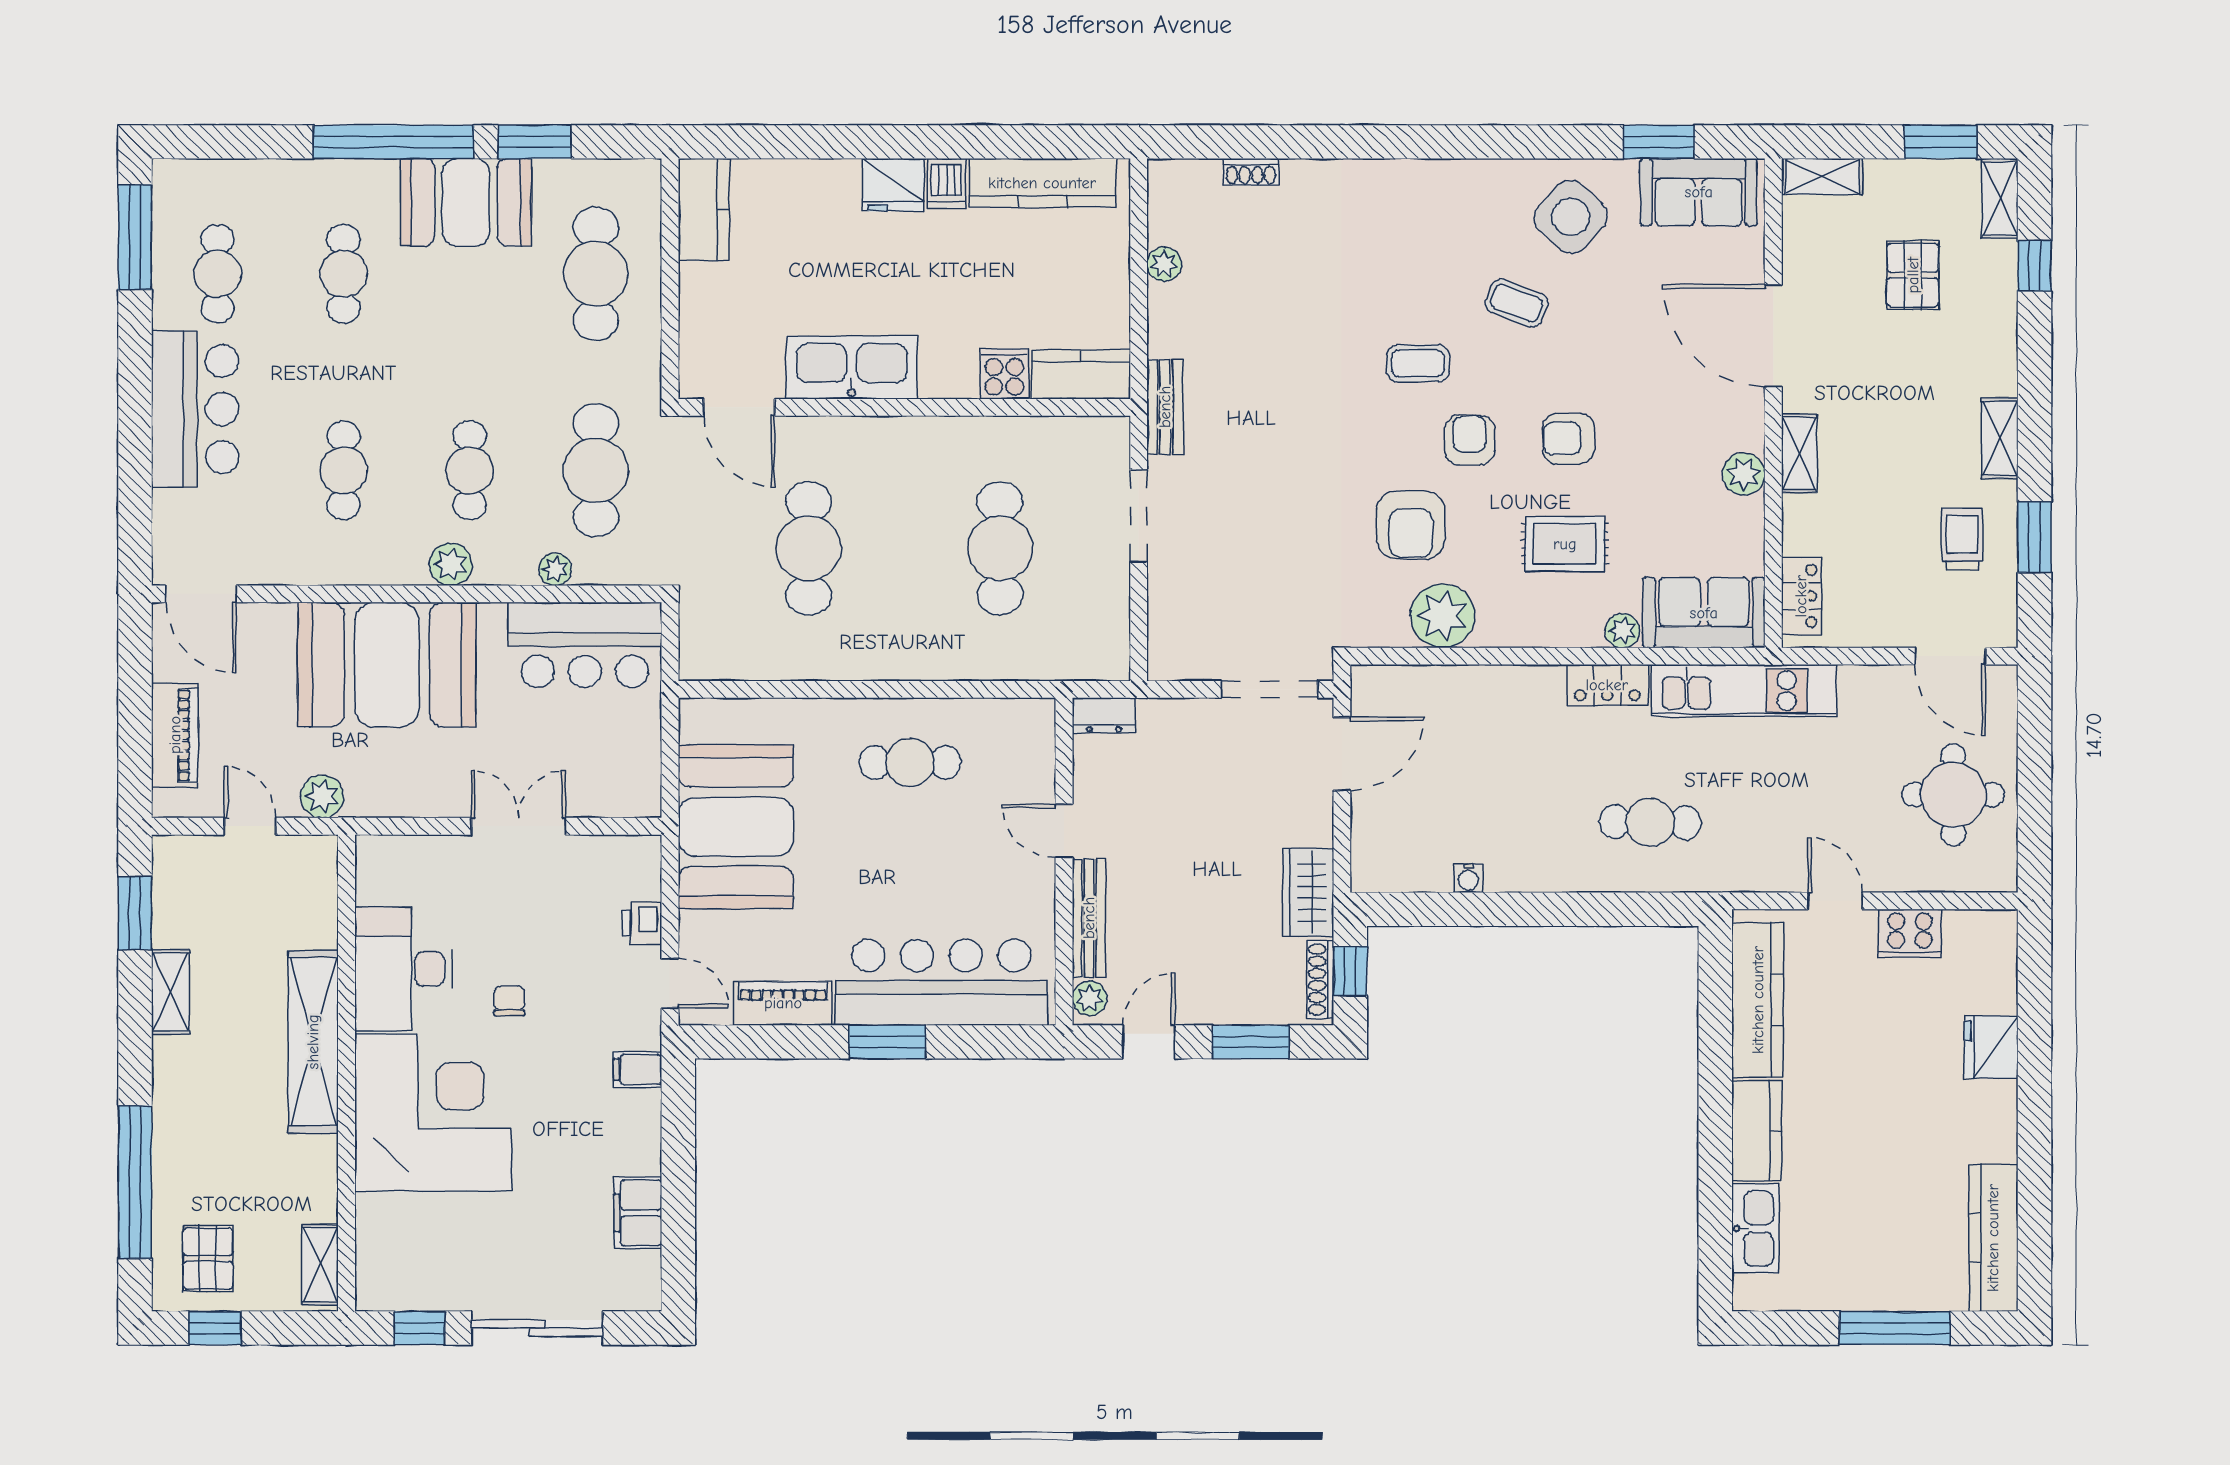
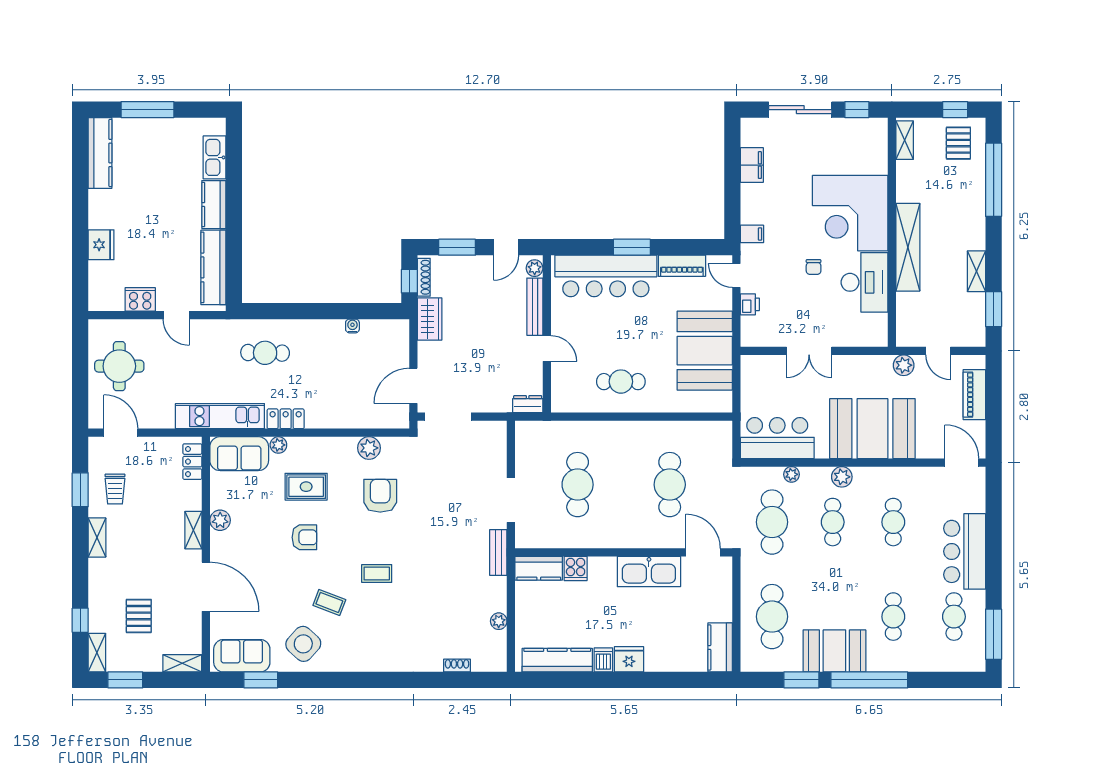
armchair: (1469, 440) -> (352, 537), removed
plant: (1443, 616) -> (369, 448), width x0.73, depth x0.73

